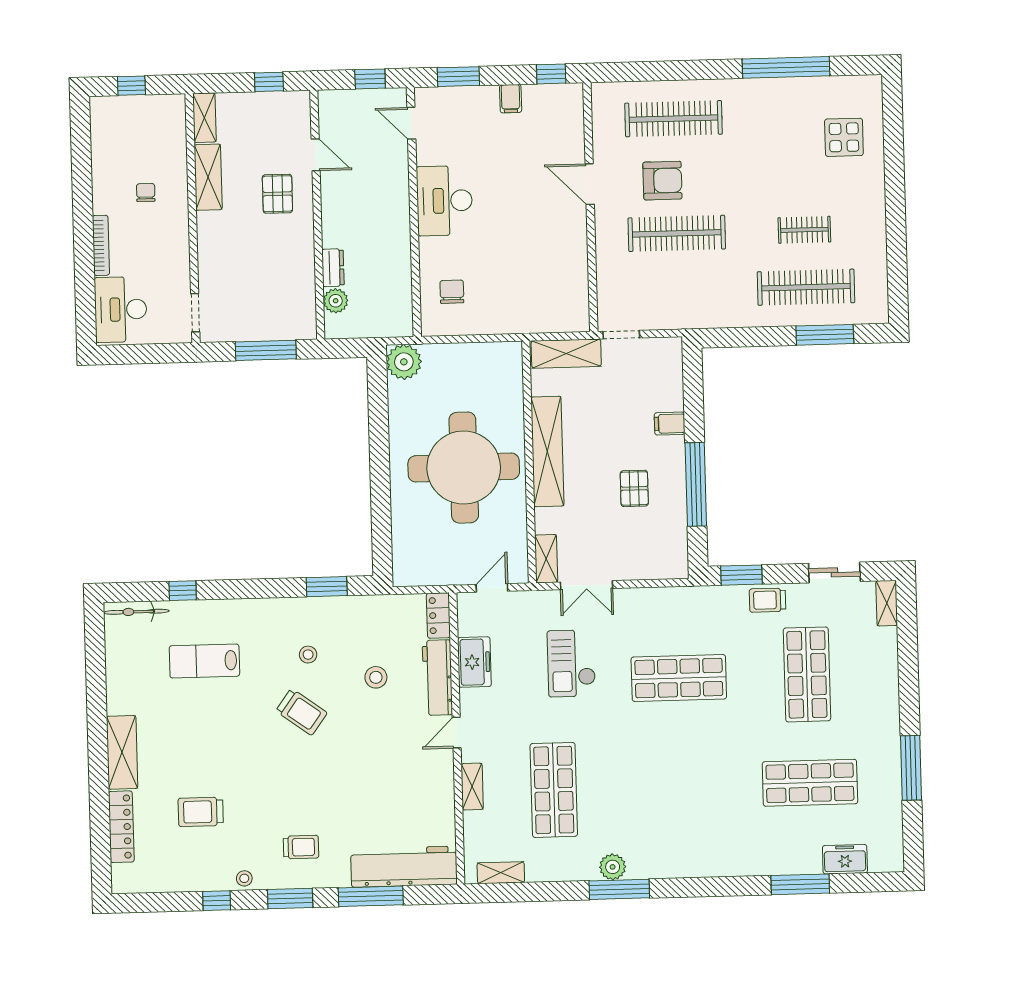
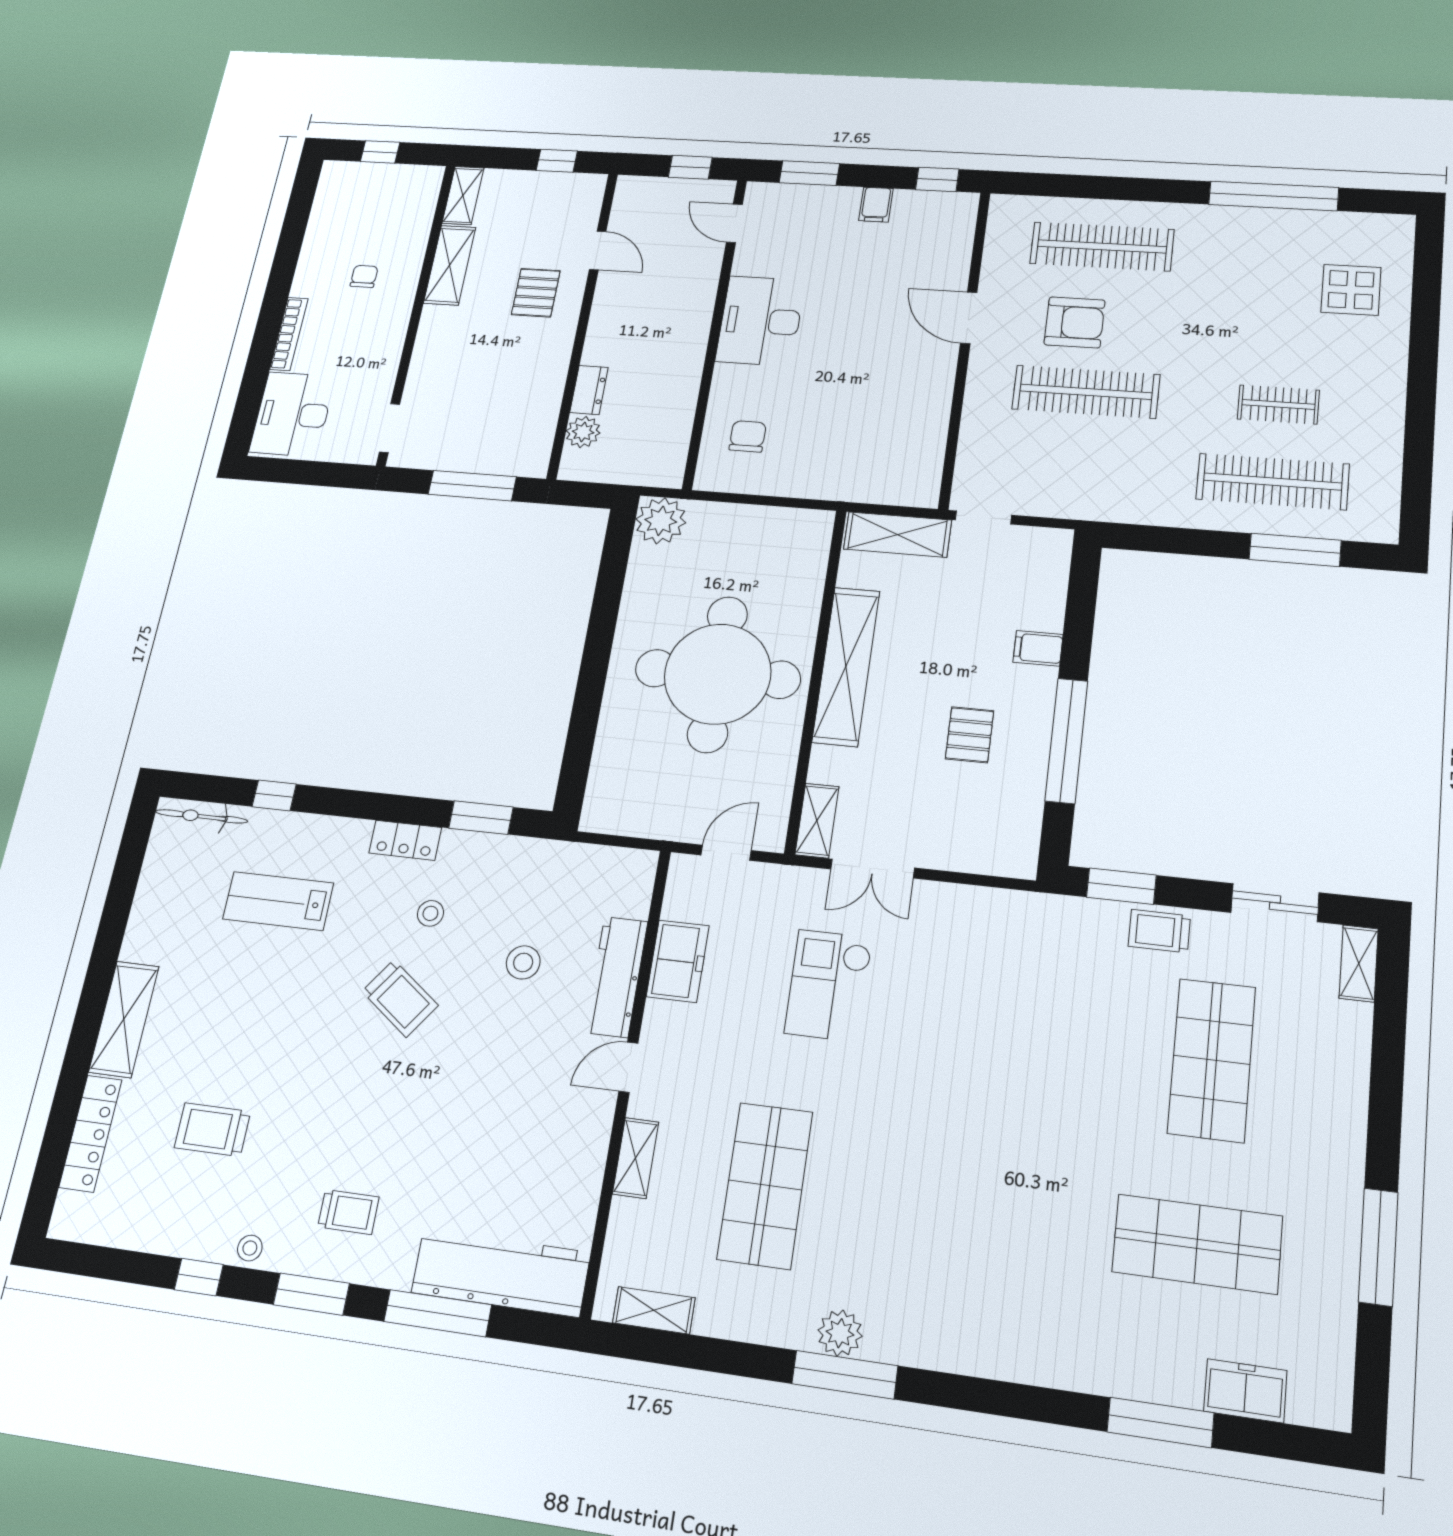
locker: (438, 615) -> (405, 840), moved, turned -90
shop shelf: (679, 678) -> (998, 1034), removed

